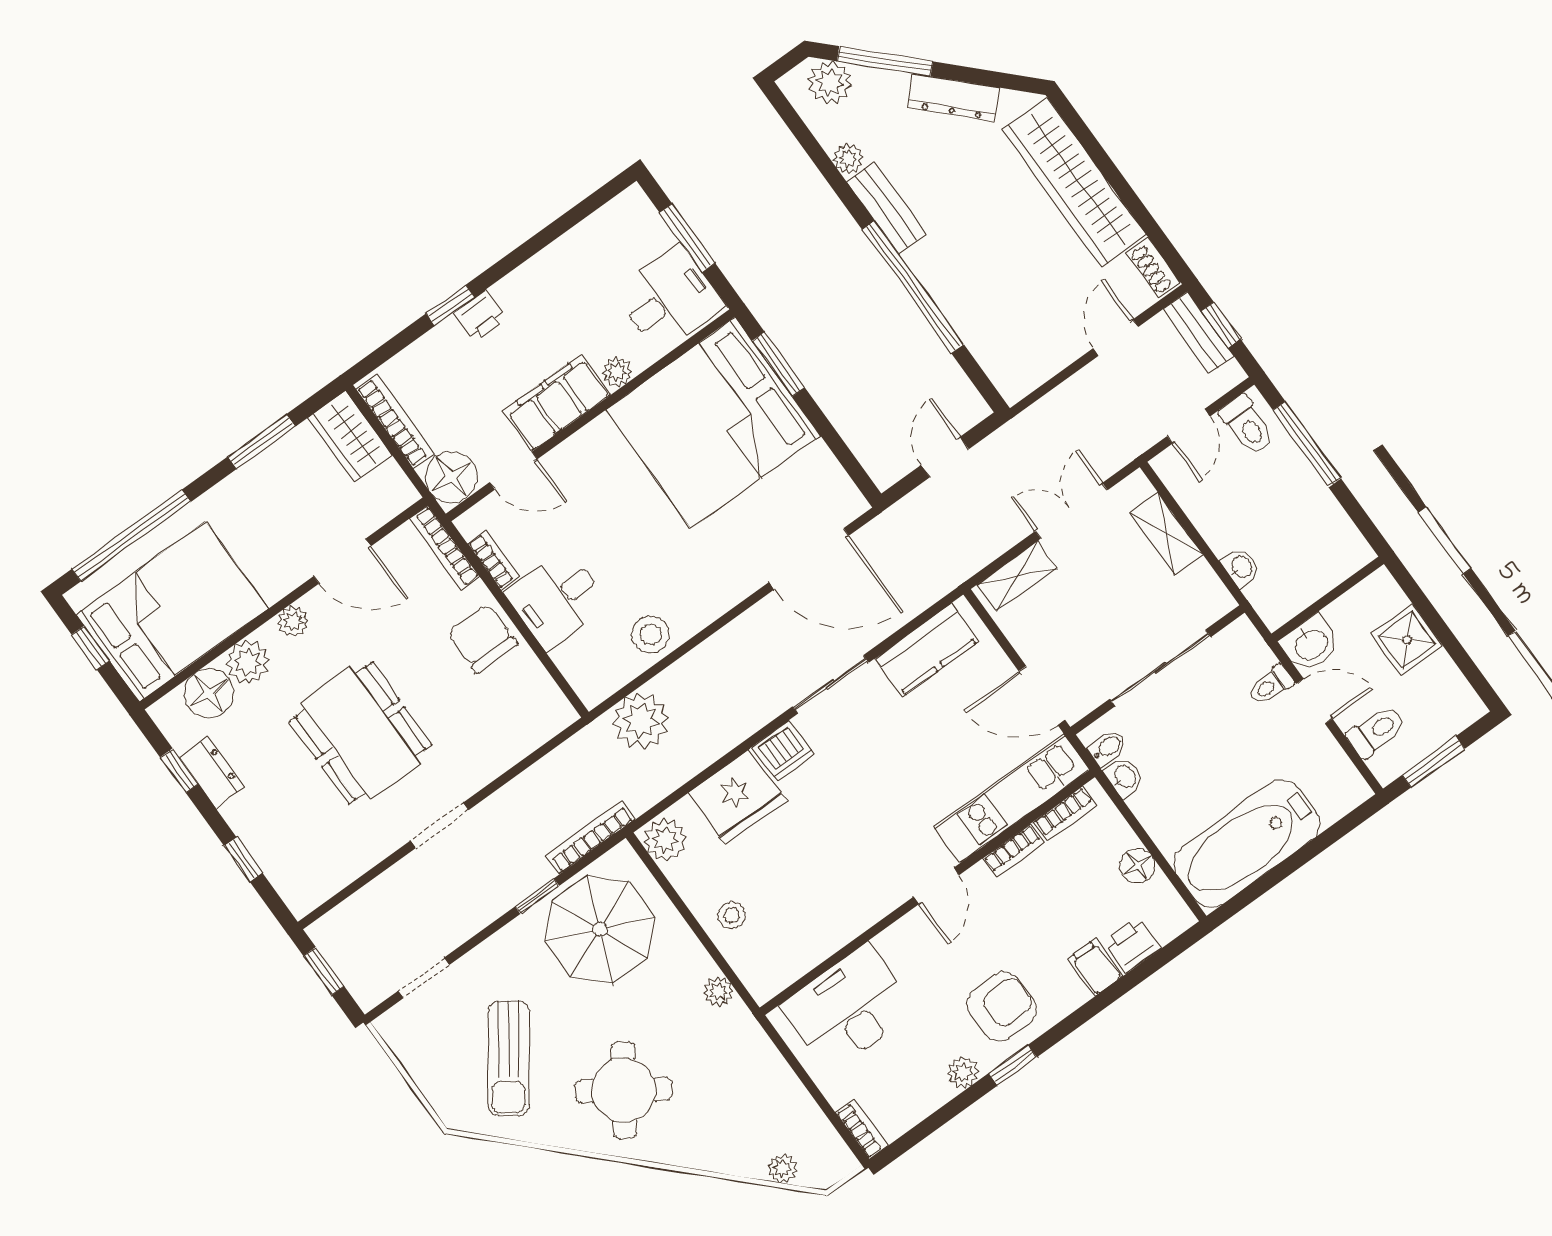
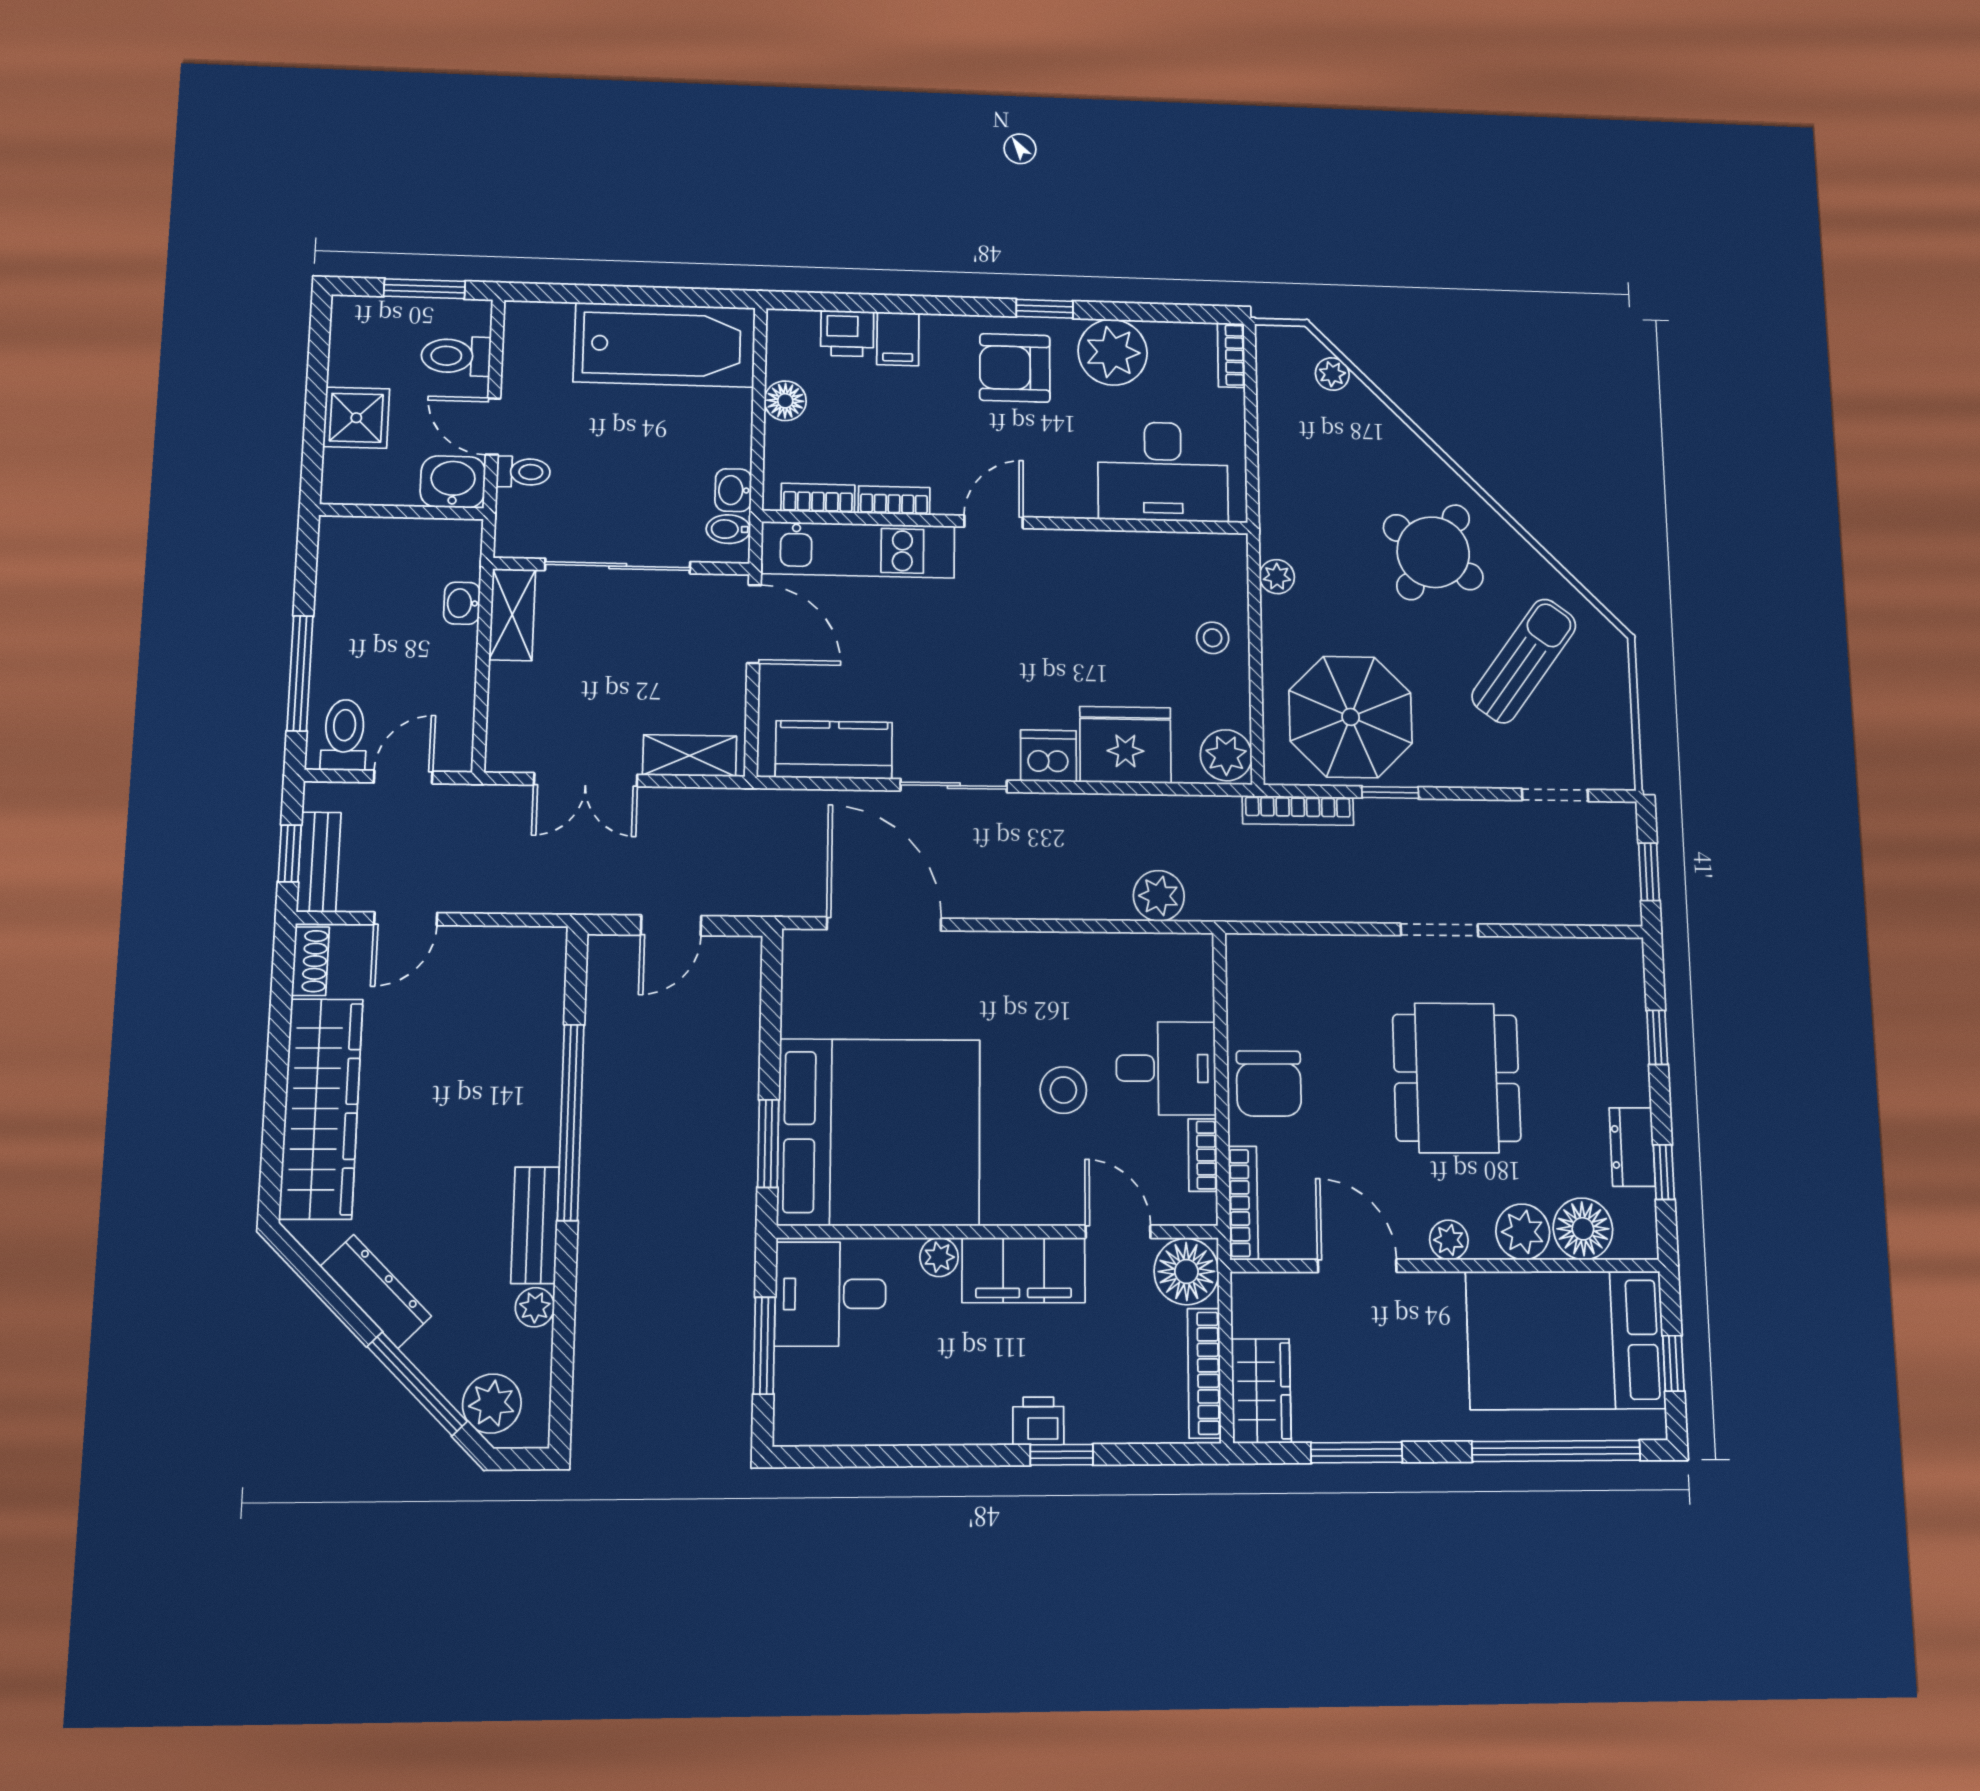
shelving: (1166, 534) -> (512, 615), moved
stool: (651, 634) -> (1063, 1090), moved
plant: (641, 721) -> (1159, 896), width x0.73, depth x0.73
plant: (963, 1072) -> (1113, 352), width x1.88, depth x1.88

